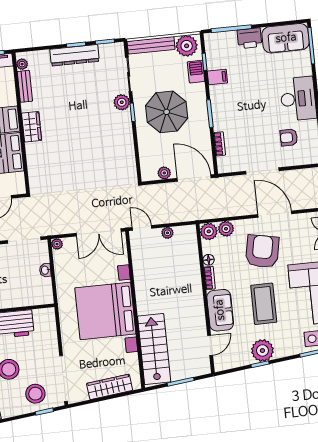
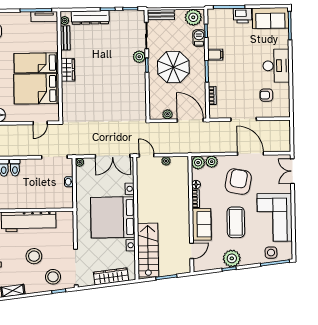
bench: (151, 45) -> (161, 15), width x0.73
dresser: (75, 55) -> (90, 17), moved
filing cabinet: (217, 77) -> (215, 55), moved

